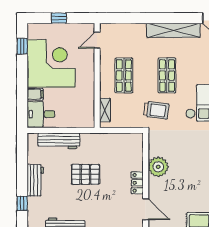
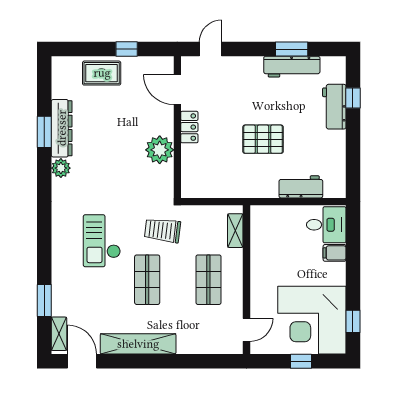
corner desk: (51, 63) -> (312, 320), moved
workbench: (59, 141) -> (301, 187), width x0.73
workbench: (35, 180) -> (334, 107), moved

